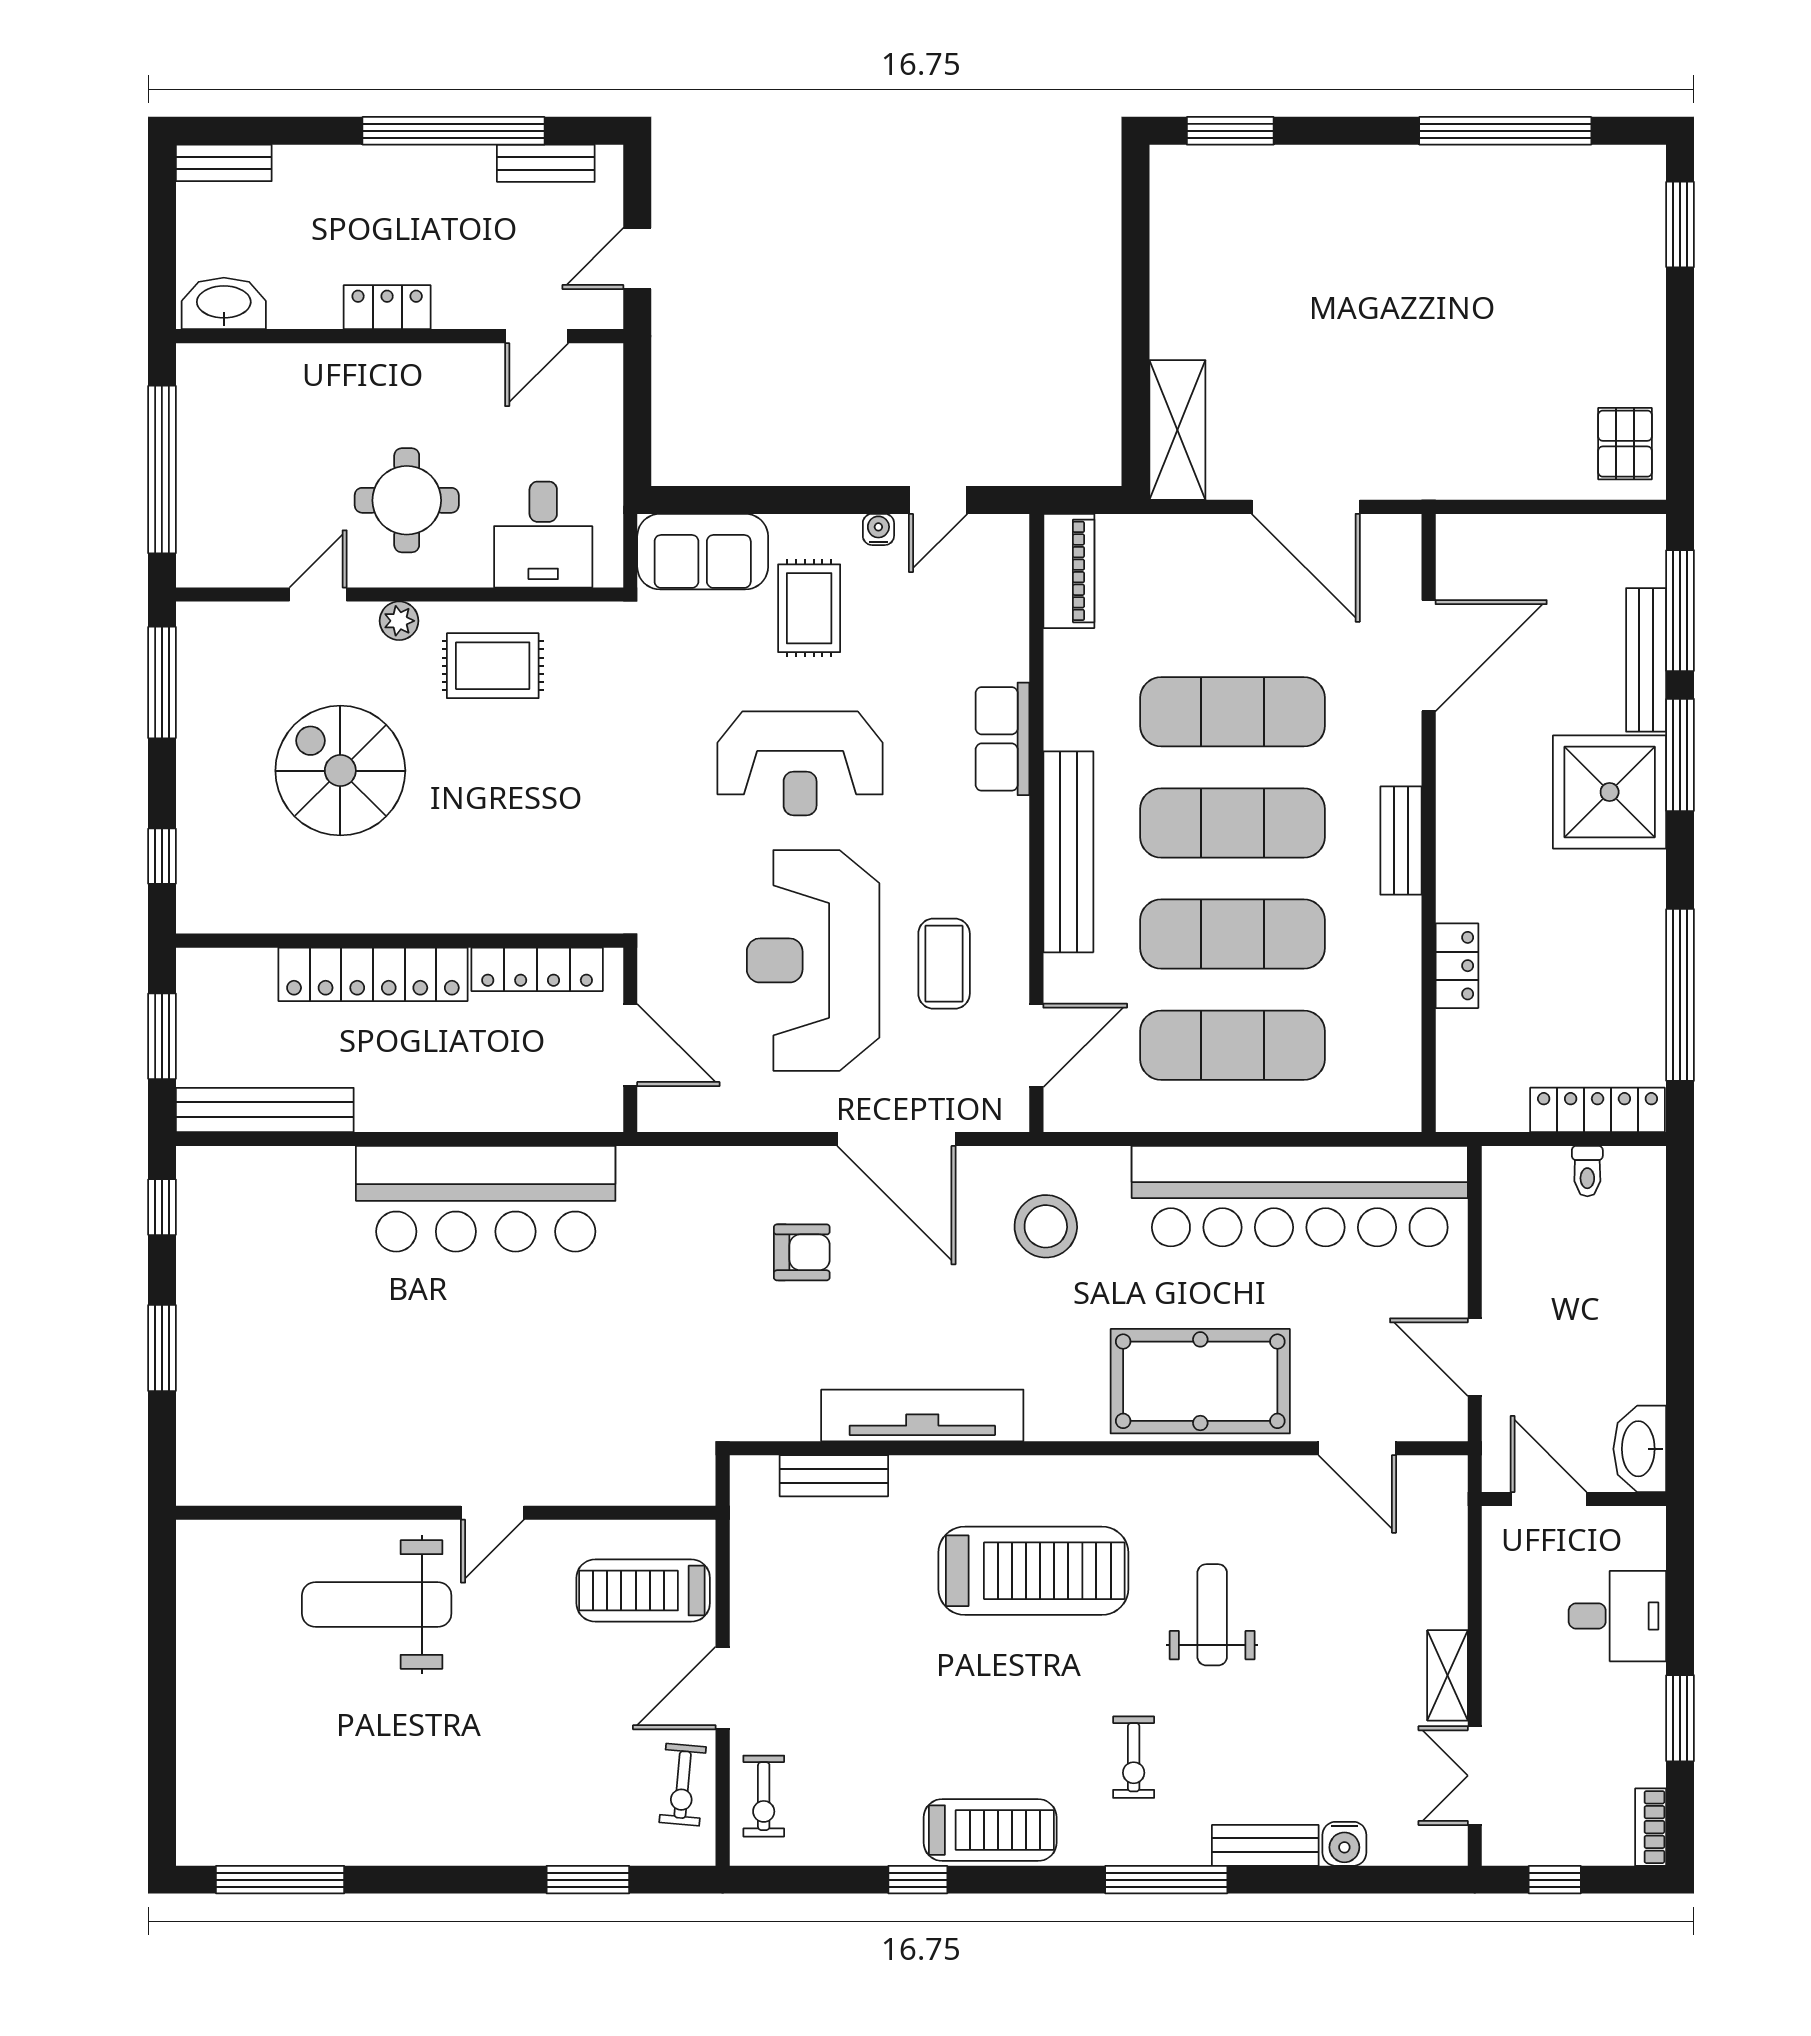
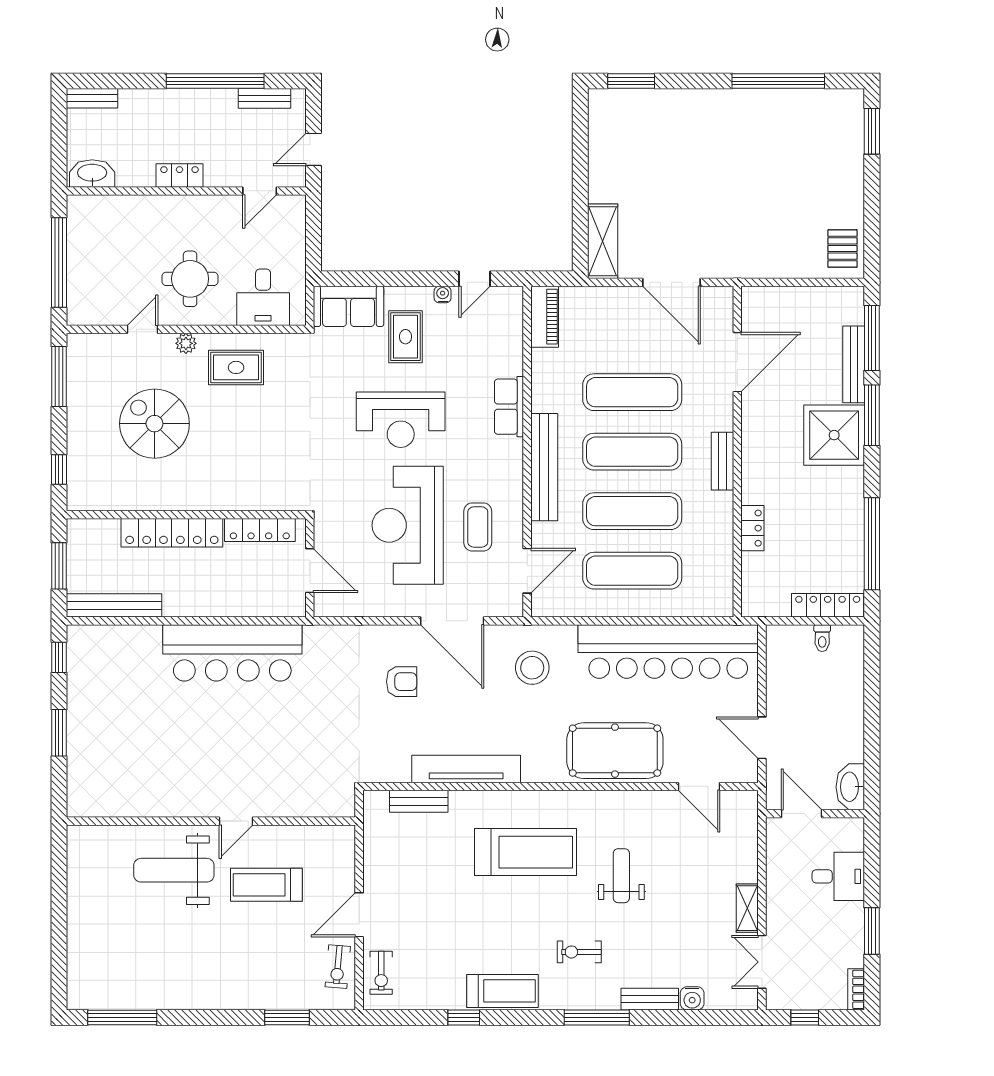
treadmill: (643, 1591) -> (266, 885), moved
exercise bike: (1134, 1757) -> (579, 952), turned 90

